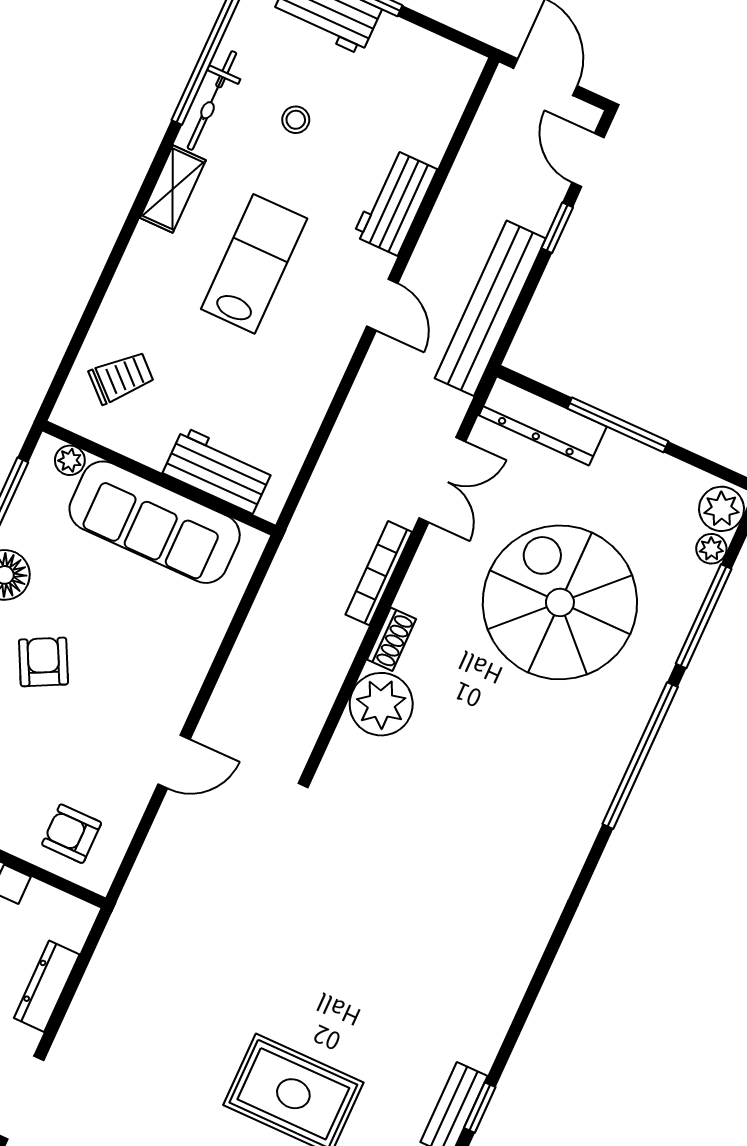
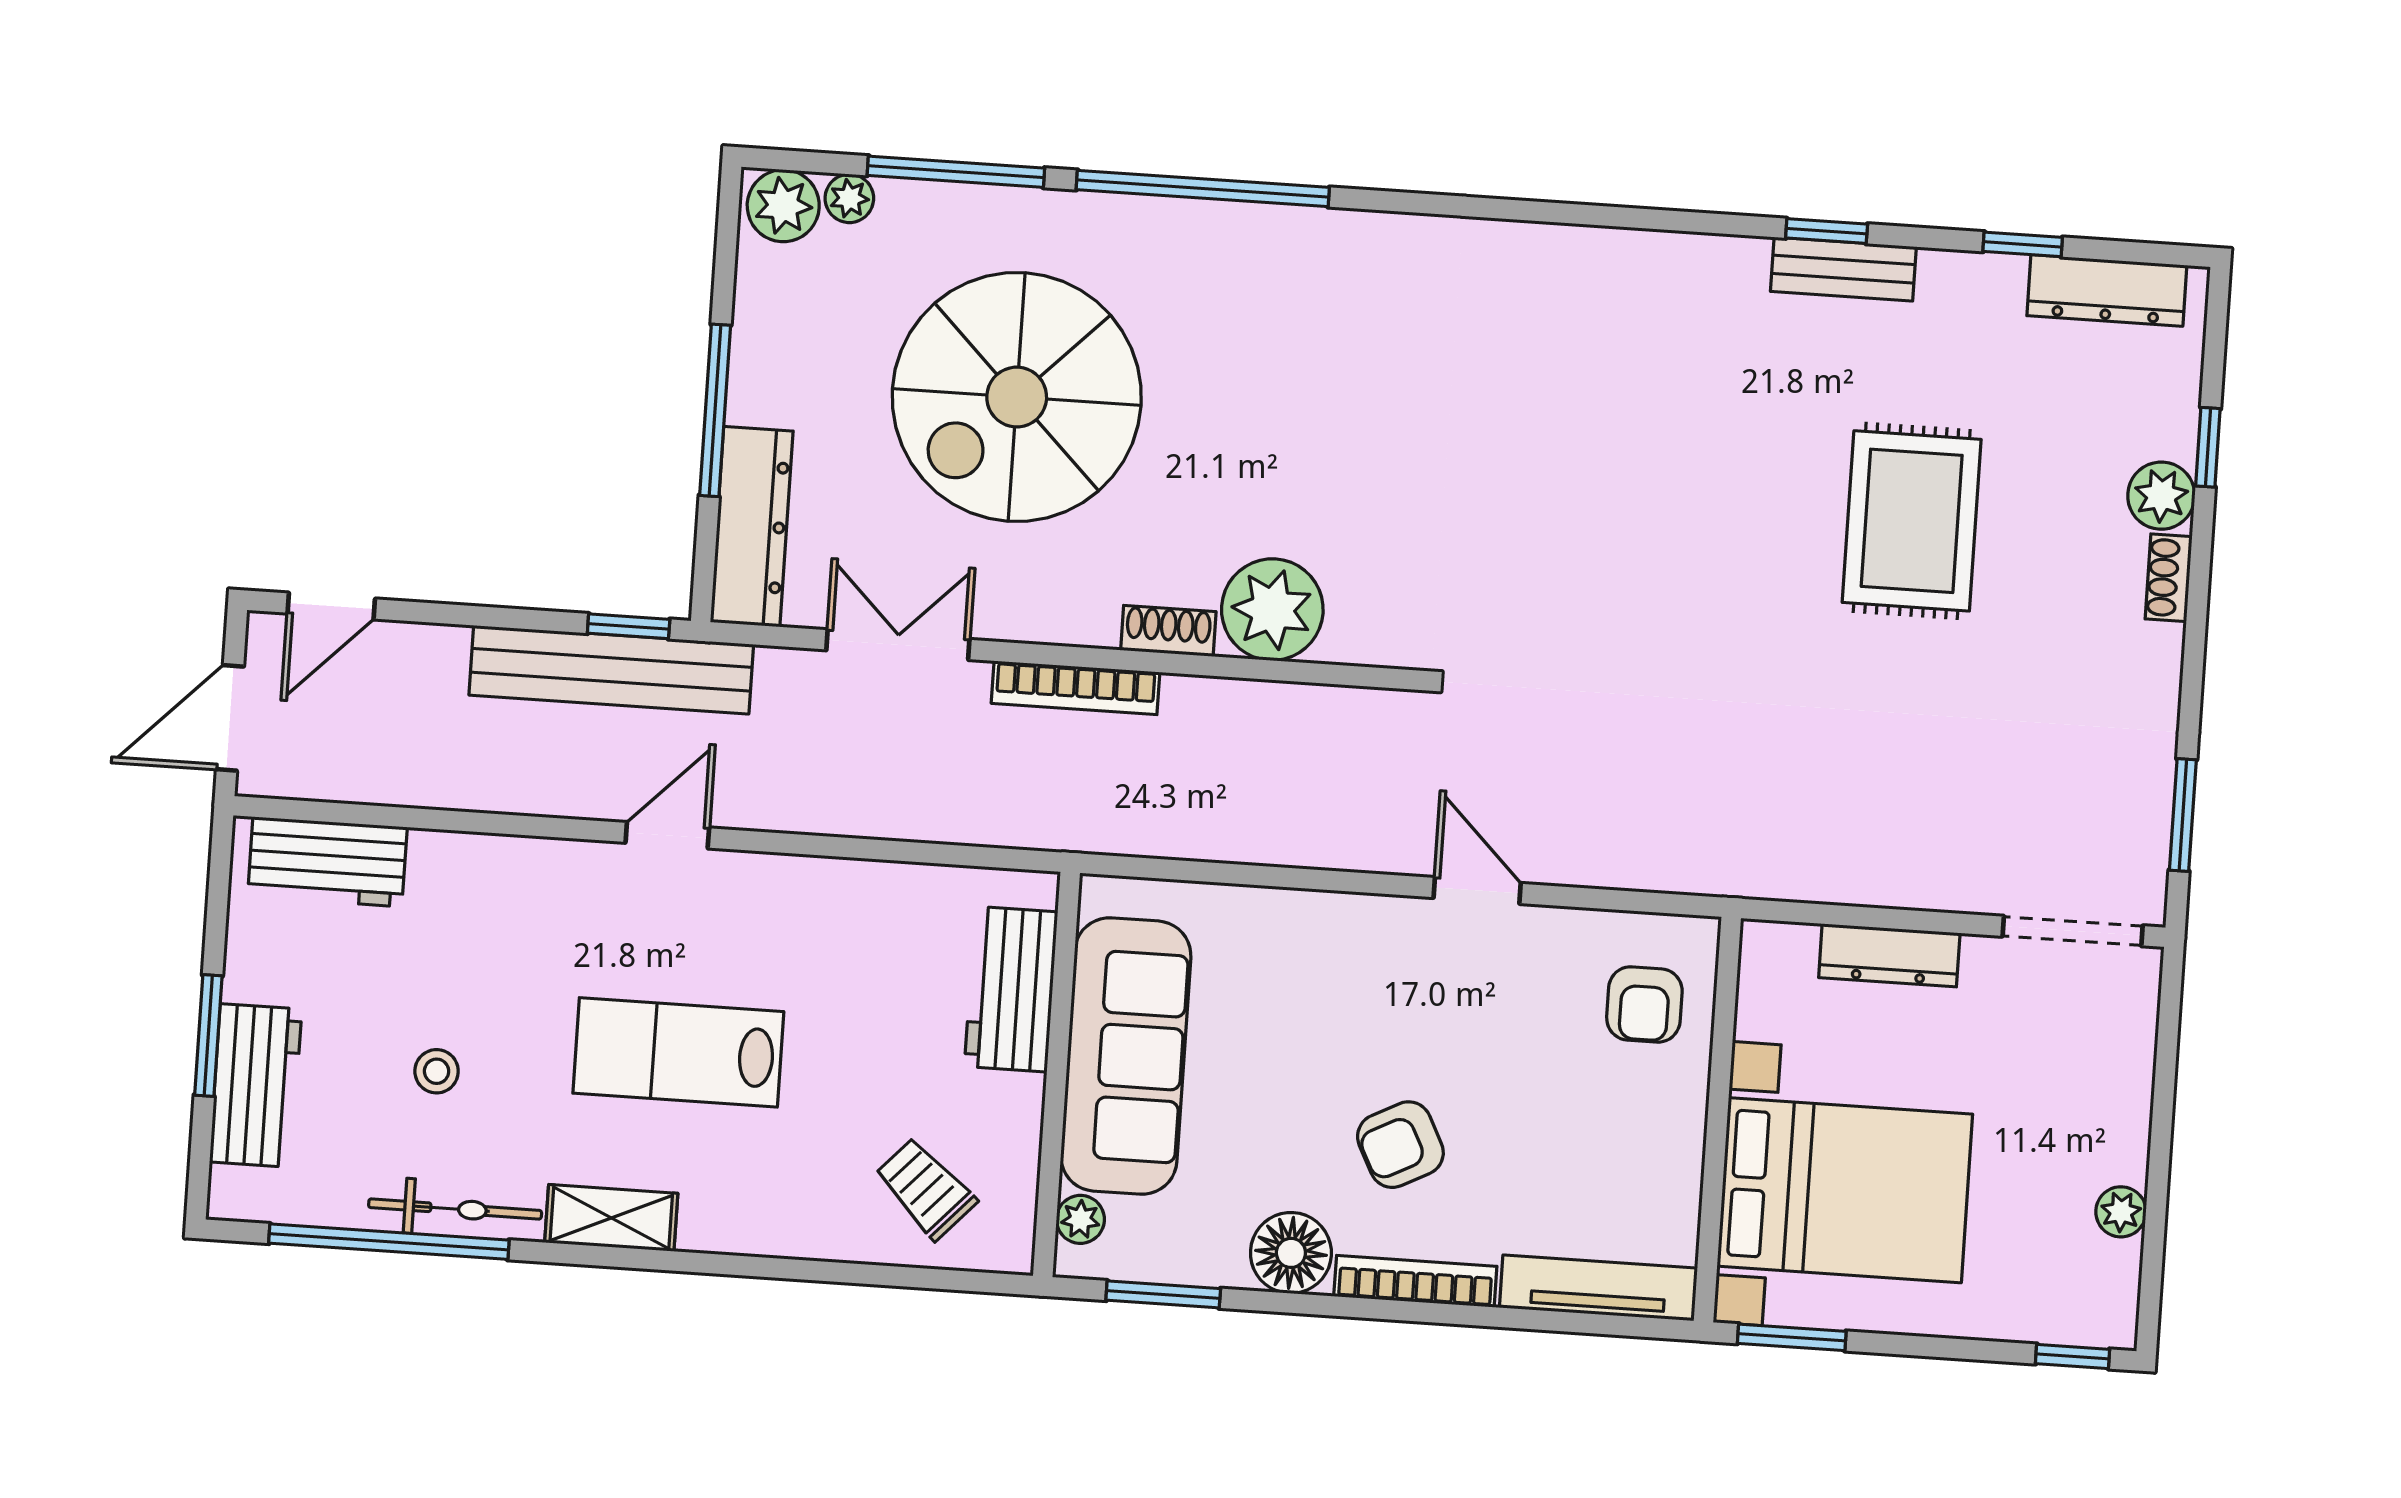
workbench: (395, 202) -> (327, 862), moved
window: (557, 228) -> (629, 626), moved

